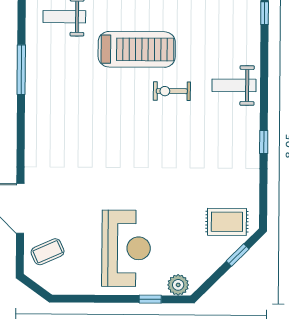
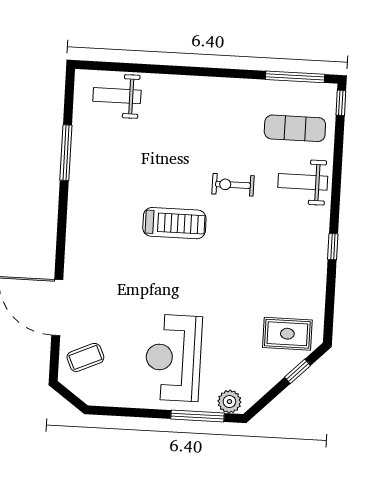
exercise mat: (225, 38) -> (295, 128), added
treadmill: (137, 49) -> (174, 223), moved, width x0.73, depth x0.73
reception desk: (126, 248) -> (173, 358), turned 180
window: (150, 299) -> (197, 416), width x2.17

